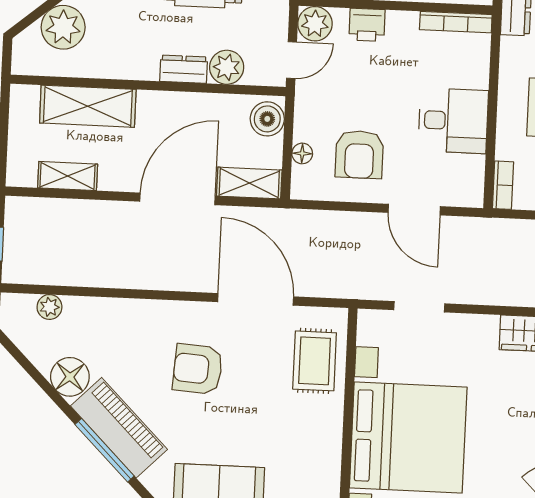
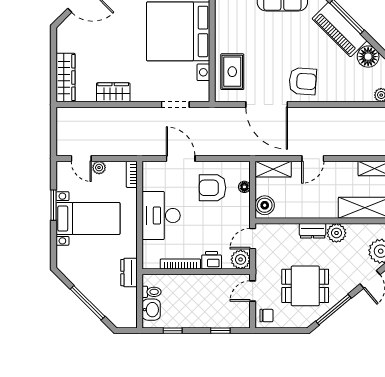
bookcase: (456, 22) -> (180, 264), moved
plant: (227, 67) -> (336, 233), moved
desk: (453, 121) -> (161, 216), width x1.37
armchair: (359, 154) -> (212, 188), turned -90
door: (177, 199) -> (313, 159), width x0.53
armchair: (198, 369) -> (303, 81), moved

